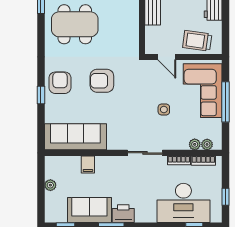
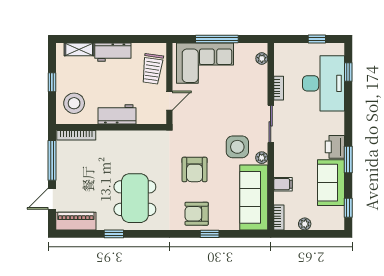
side table: (164, 109) -> (237, 147), moved, width x1.87, depth x1.87
plant: (195, 144) -> (262, 158), moved
bookcase: (203, 161) -> (279, 217), moved

